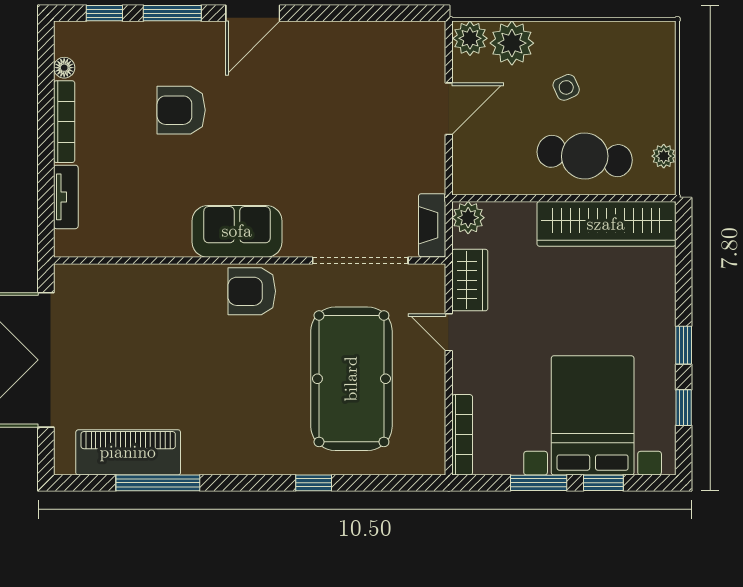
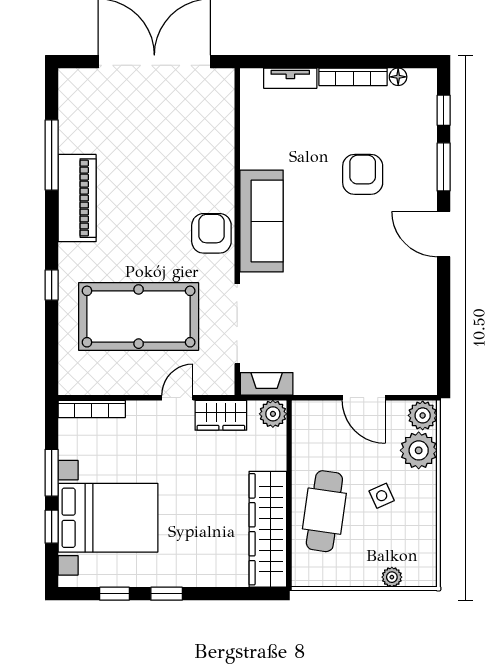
plant: (664, 156) -> (392, 577), moved
sofa: (237, 231) -> (261, 221), width x1.36
piano: (128, 452) -> (77, 198), moved

